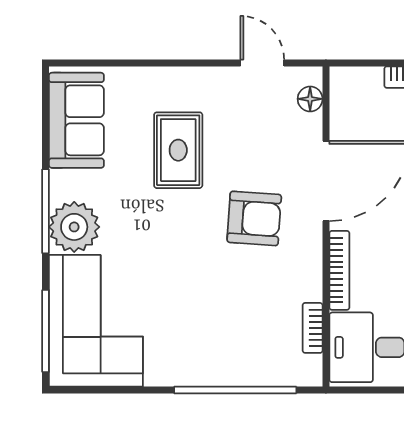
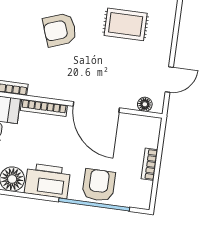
armchair: (254, 218) -> (60, 30), moved, turned 66

